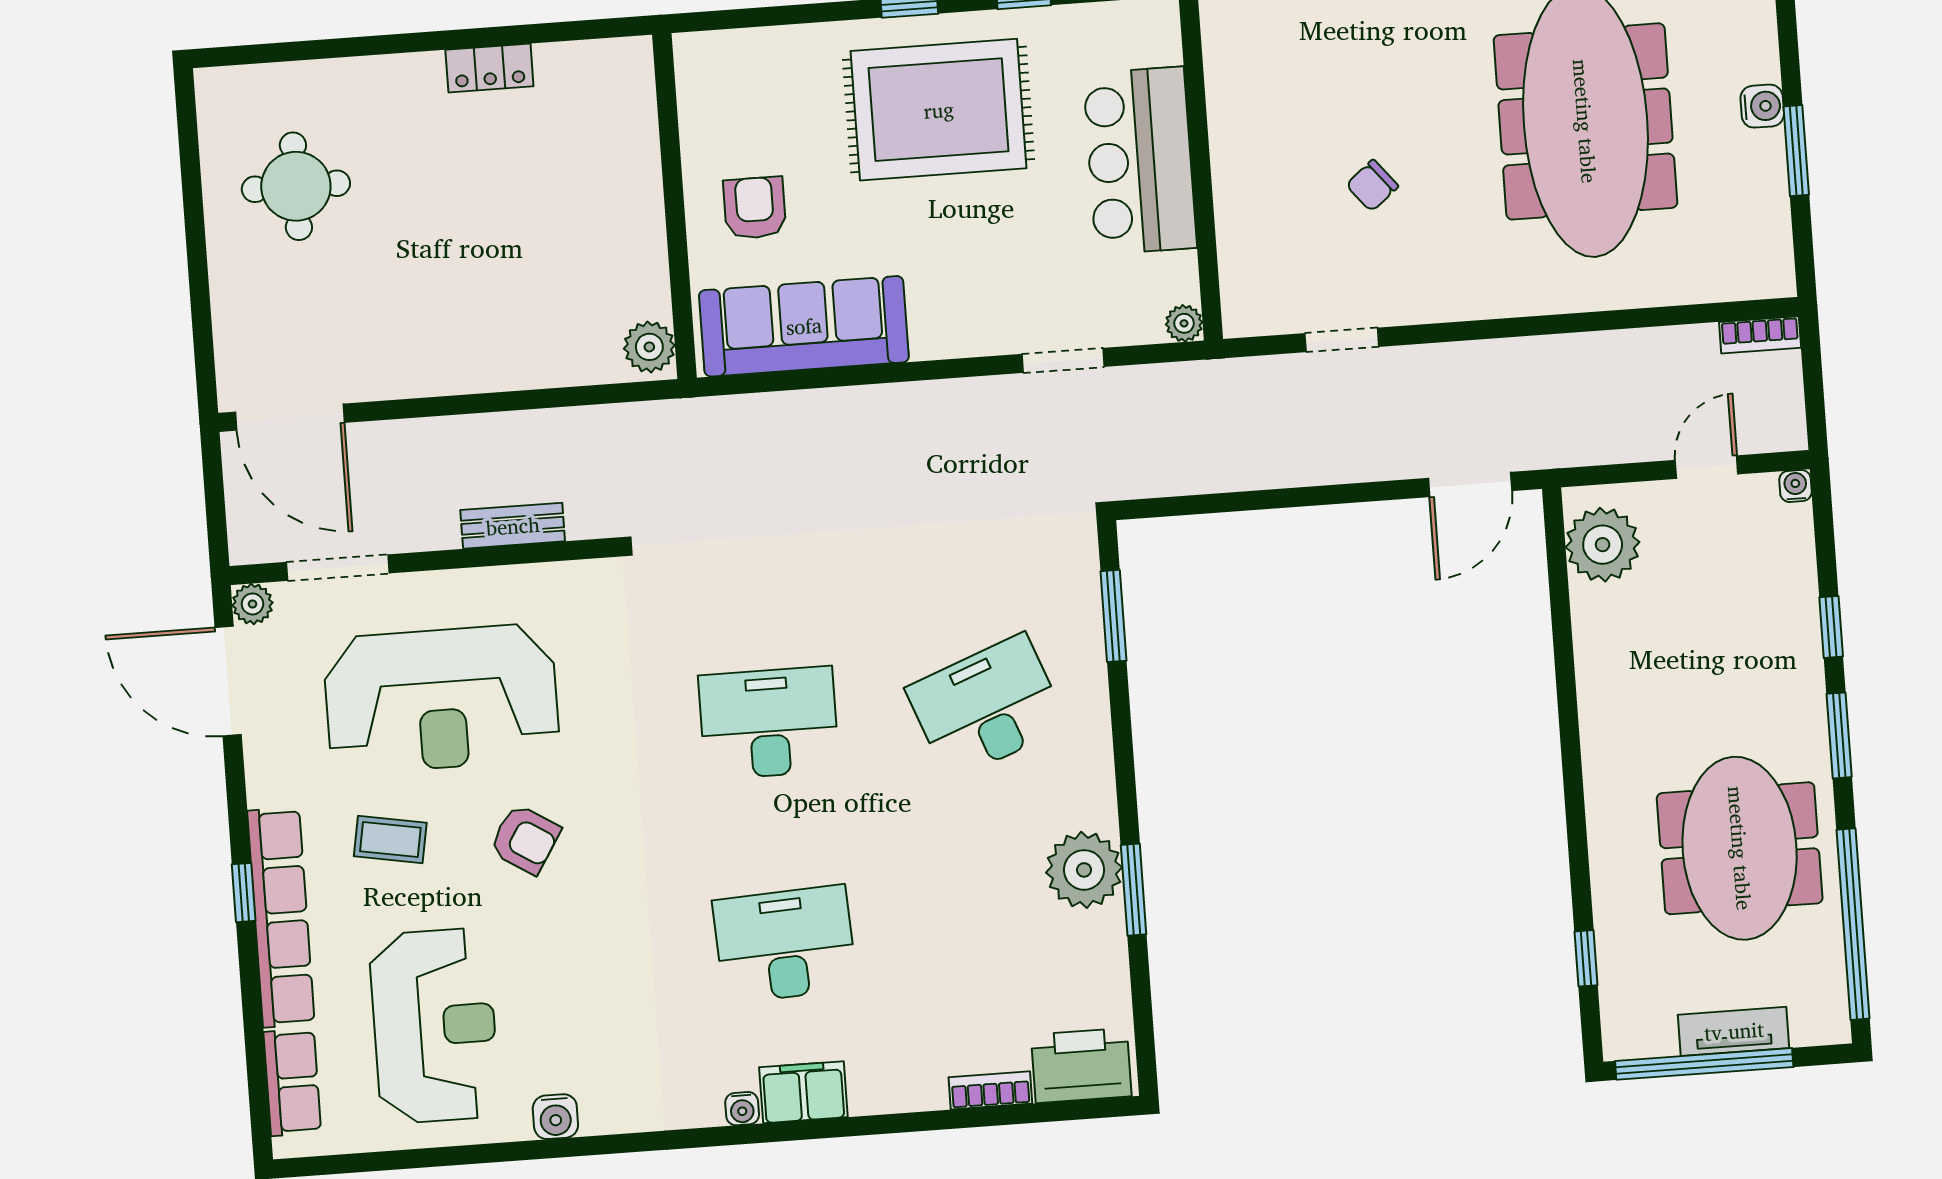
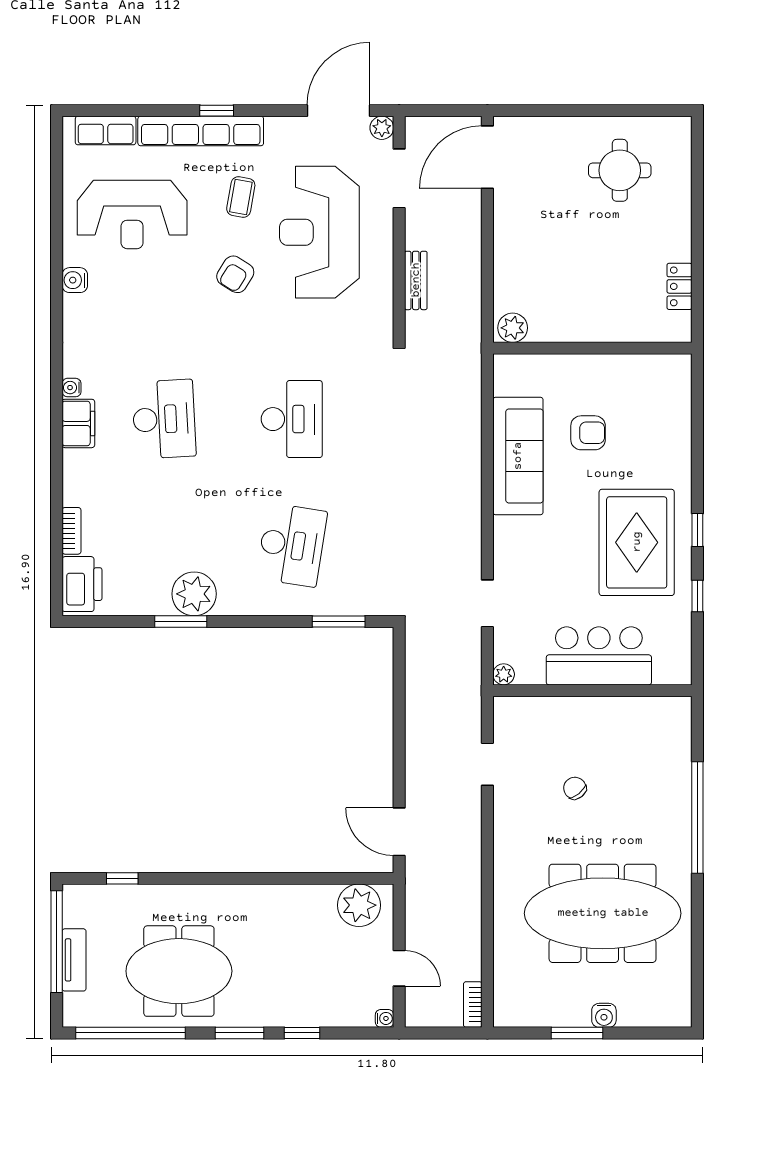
wall: (674, 206) -> (592, 348), moved
plant: (649, 347) -> (513, 328), moved
desk: (987, 707) -> (292, 545), turned 30

